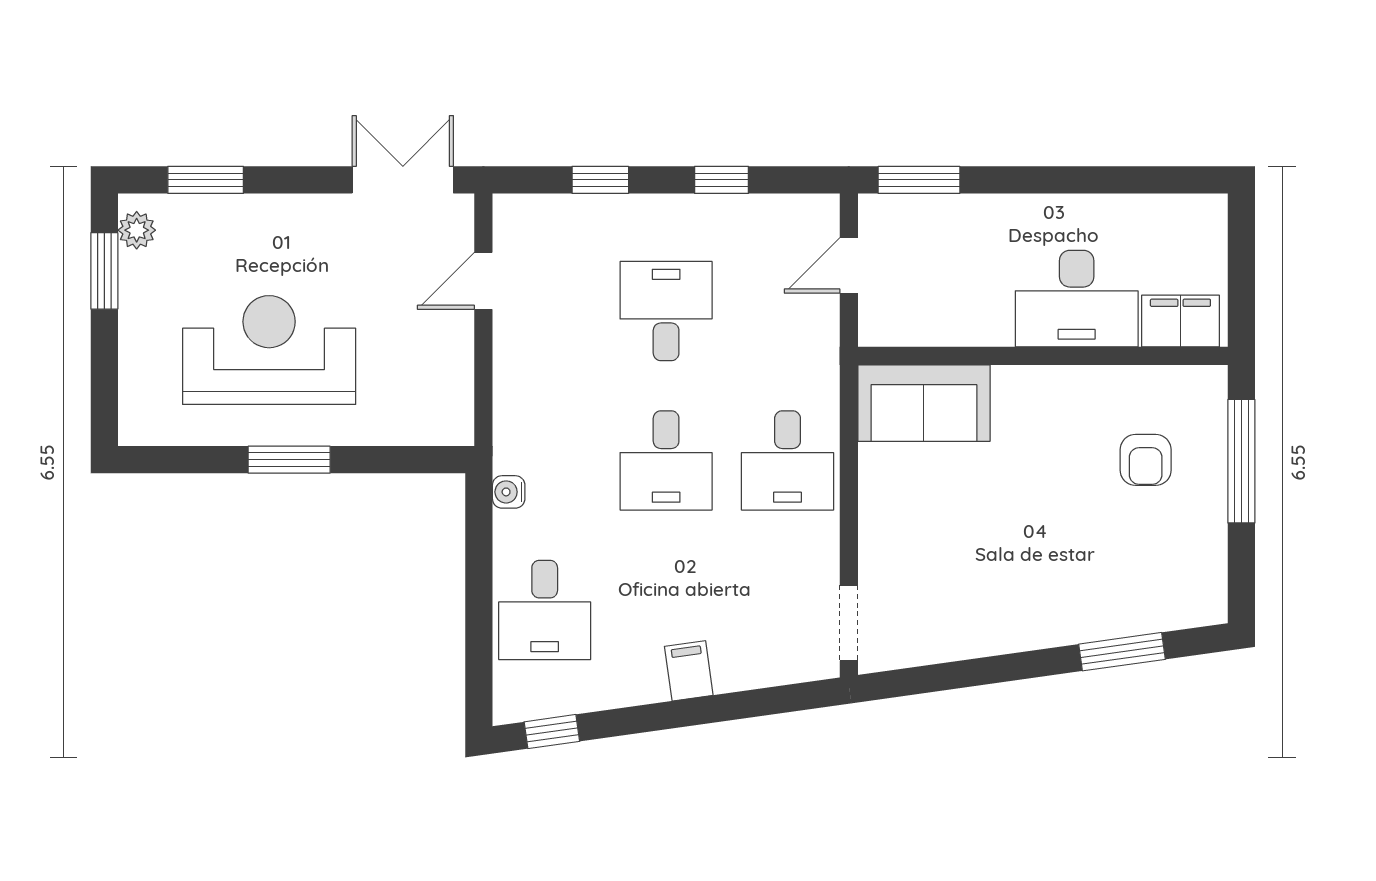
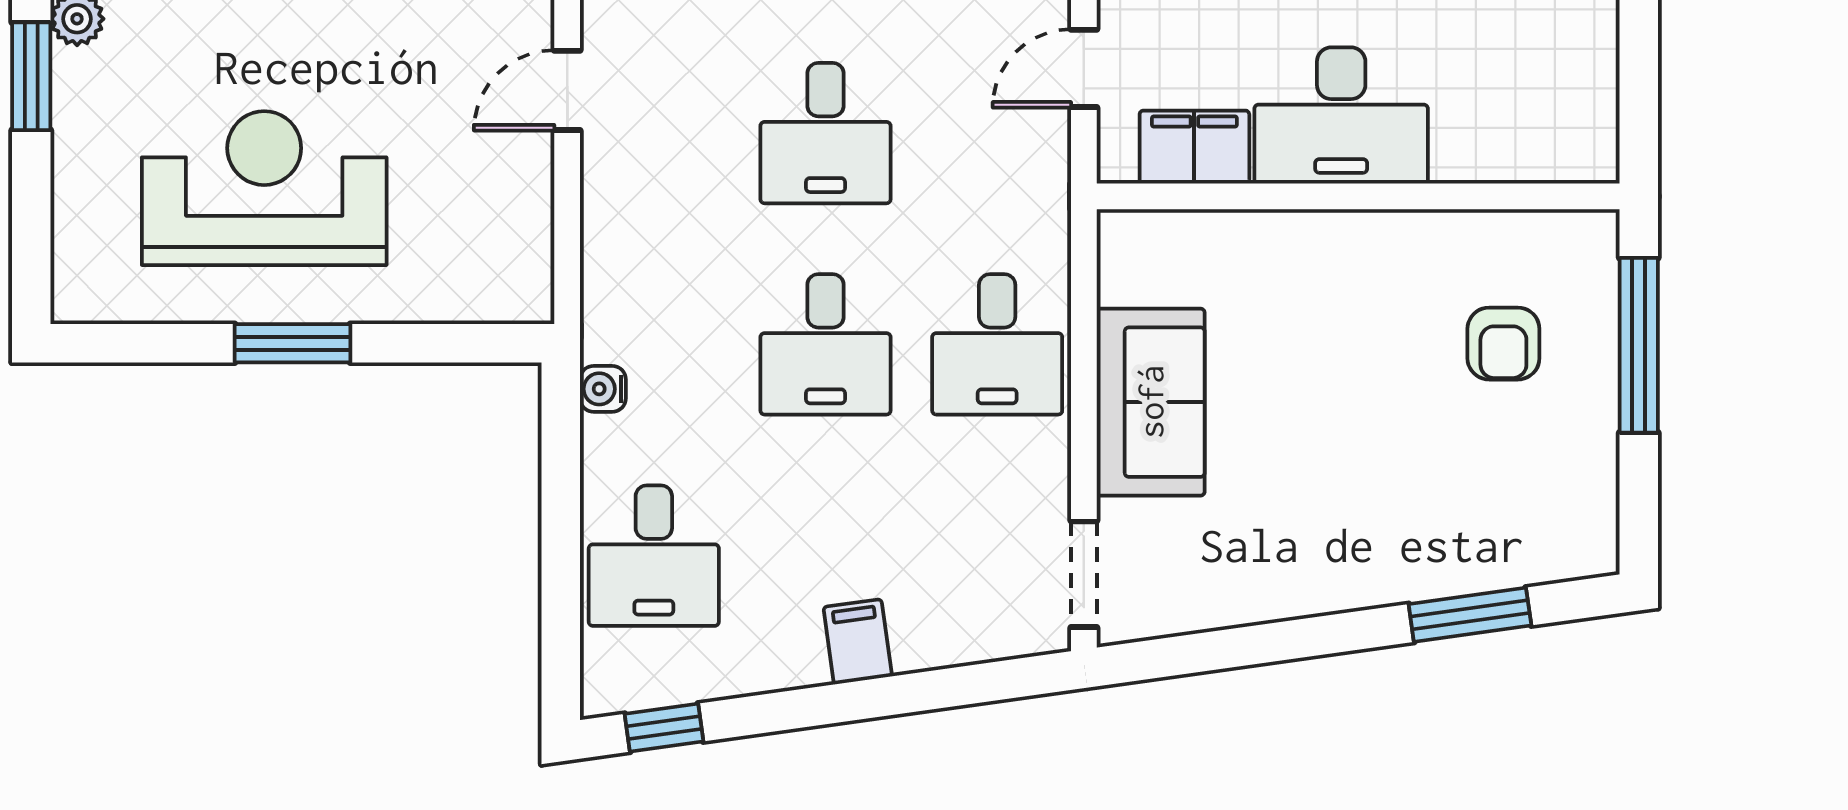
desk: (1077, 299) -> (1341, 115), moved
desk: (666, 311) -> (825, 133), turned 180
filing cabinet: (1180, 321) -> (1194, 147), moved
sofa: (924, 403) -> (1151, 402), moved, turned -90

